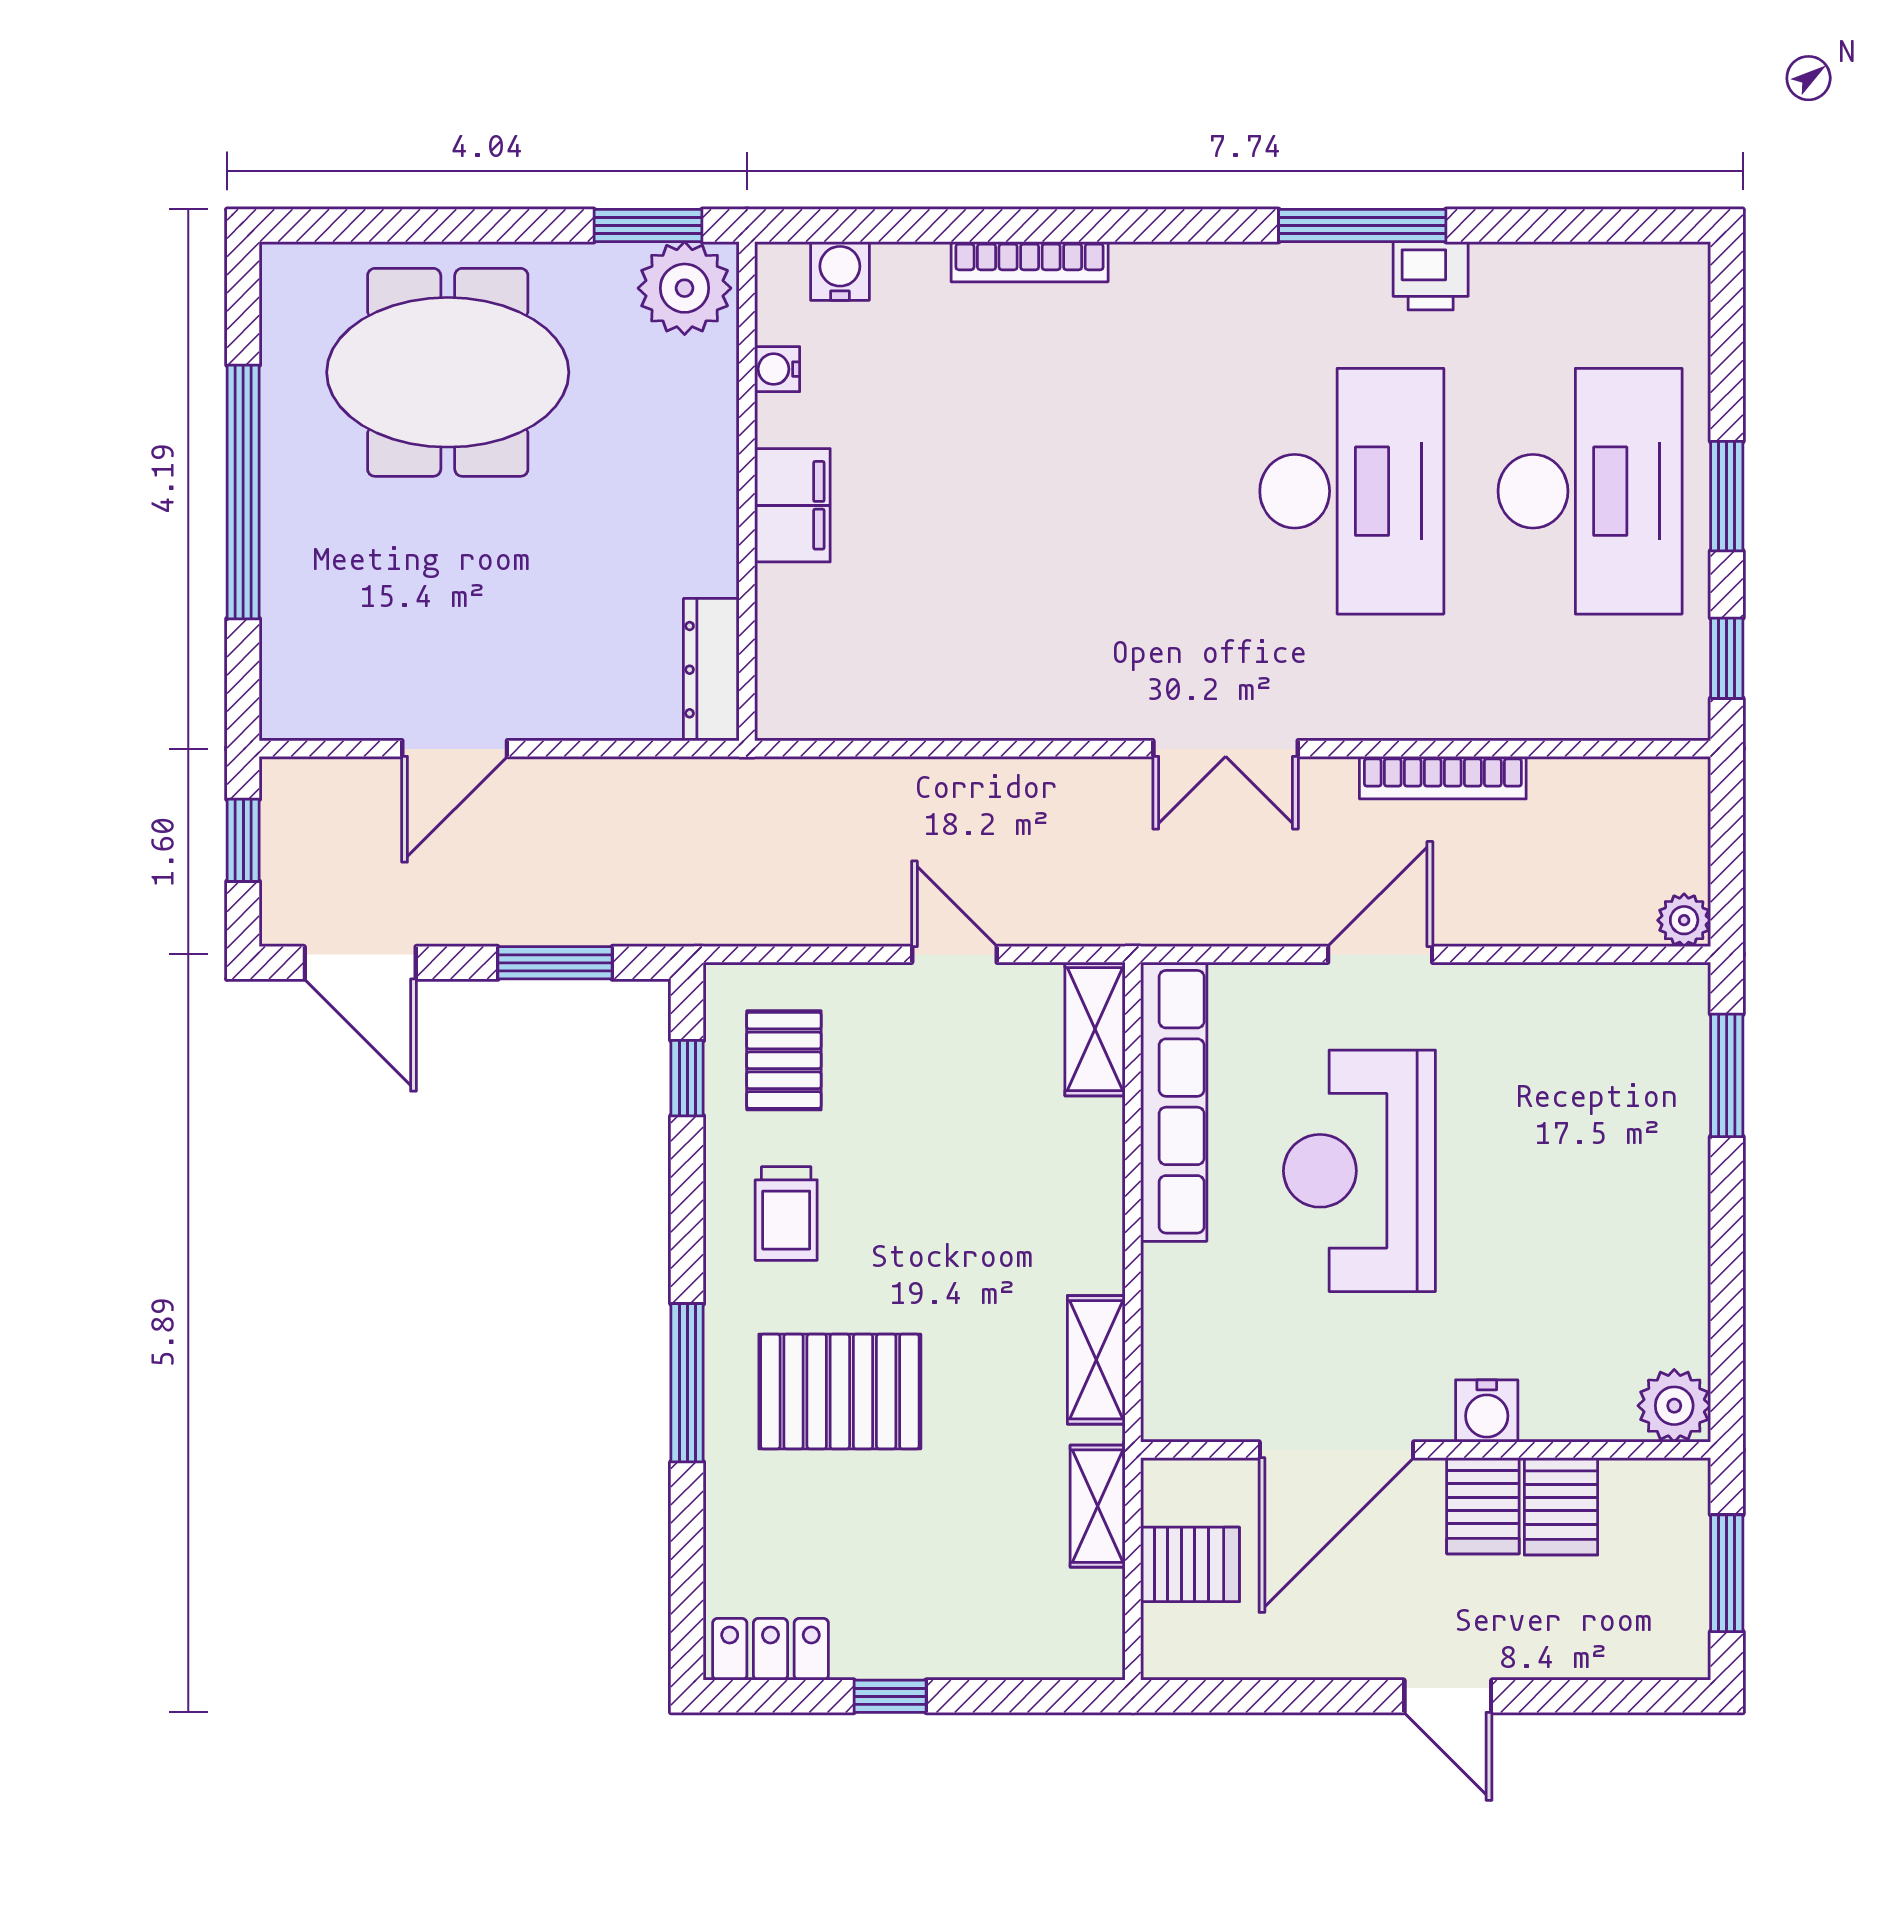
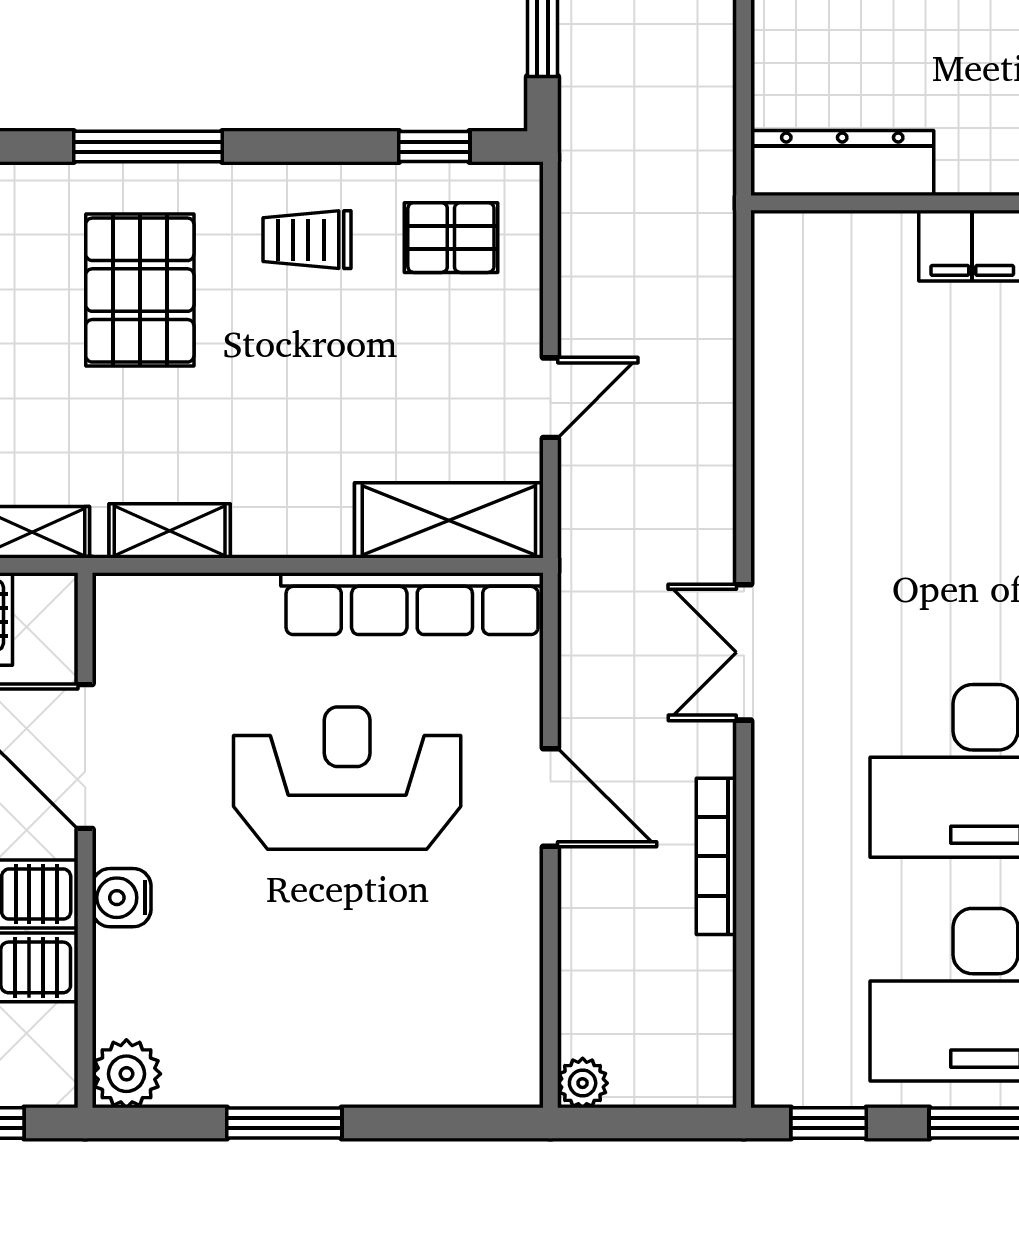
dresser: (711, 670) -> (842, 163), width x1.37, depth x1.24
shelving: (1095, 1029) -> (449, 520), width x1.50, depth x1.33
window: (1727, 1075) -> (284, 1123), moved

